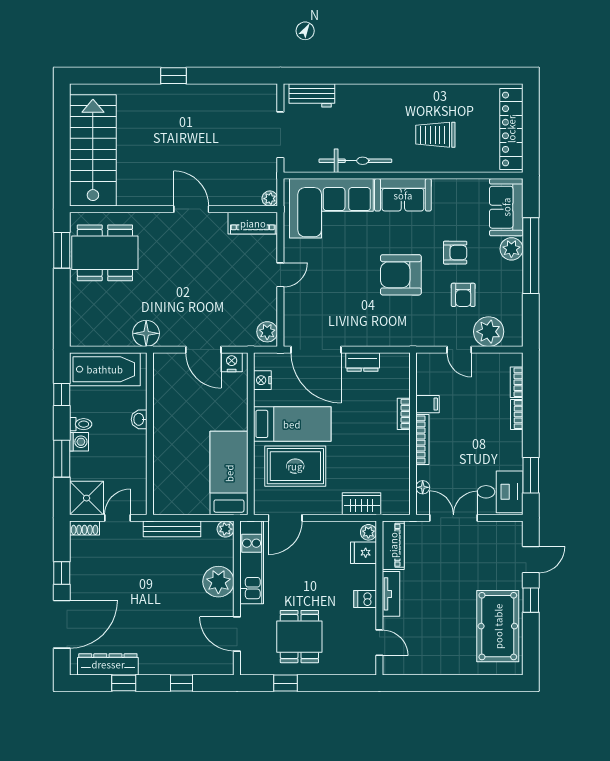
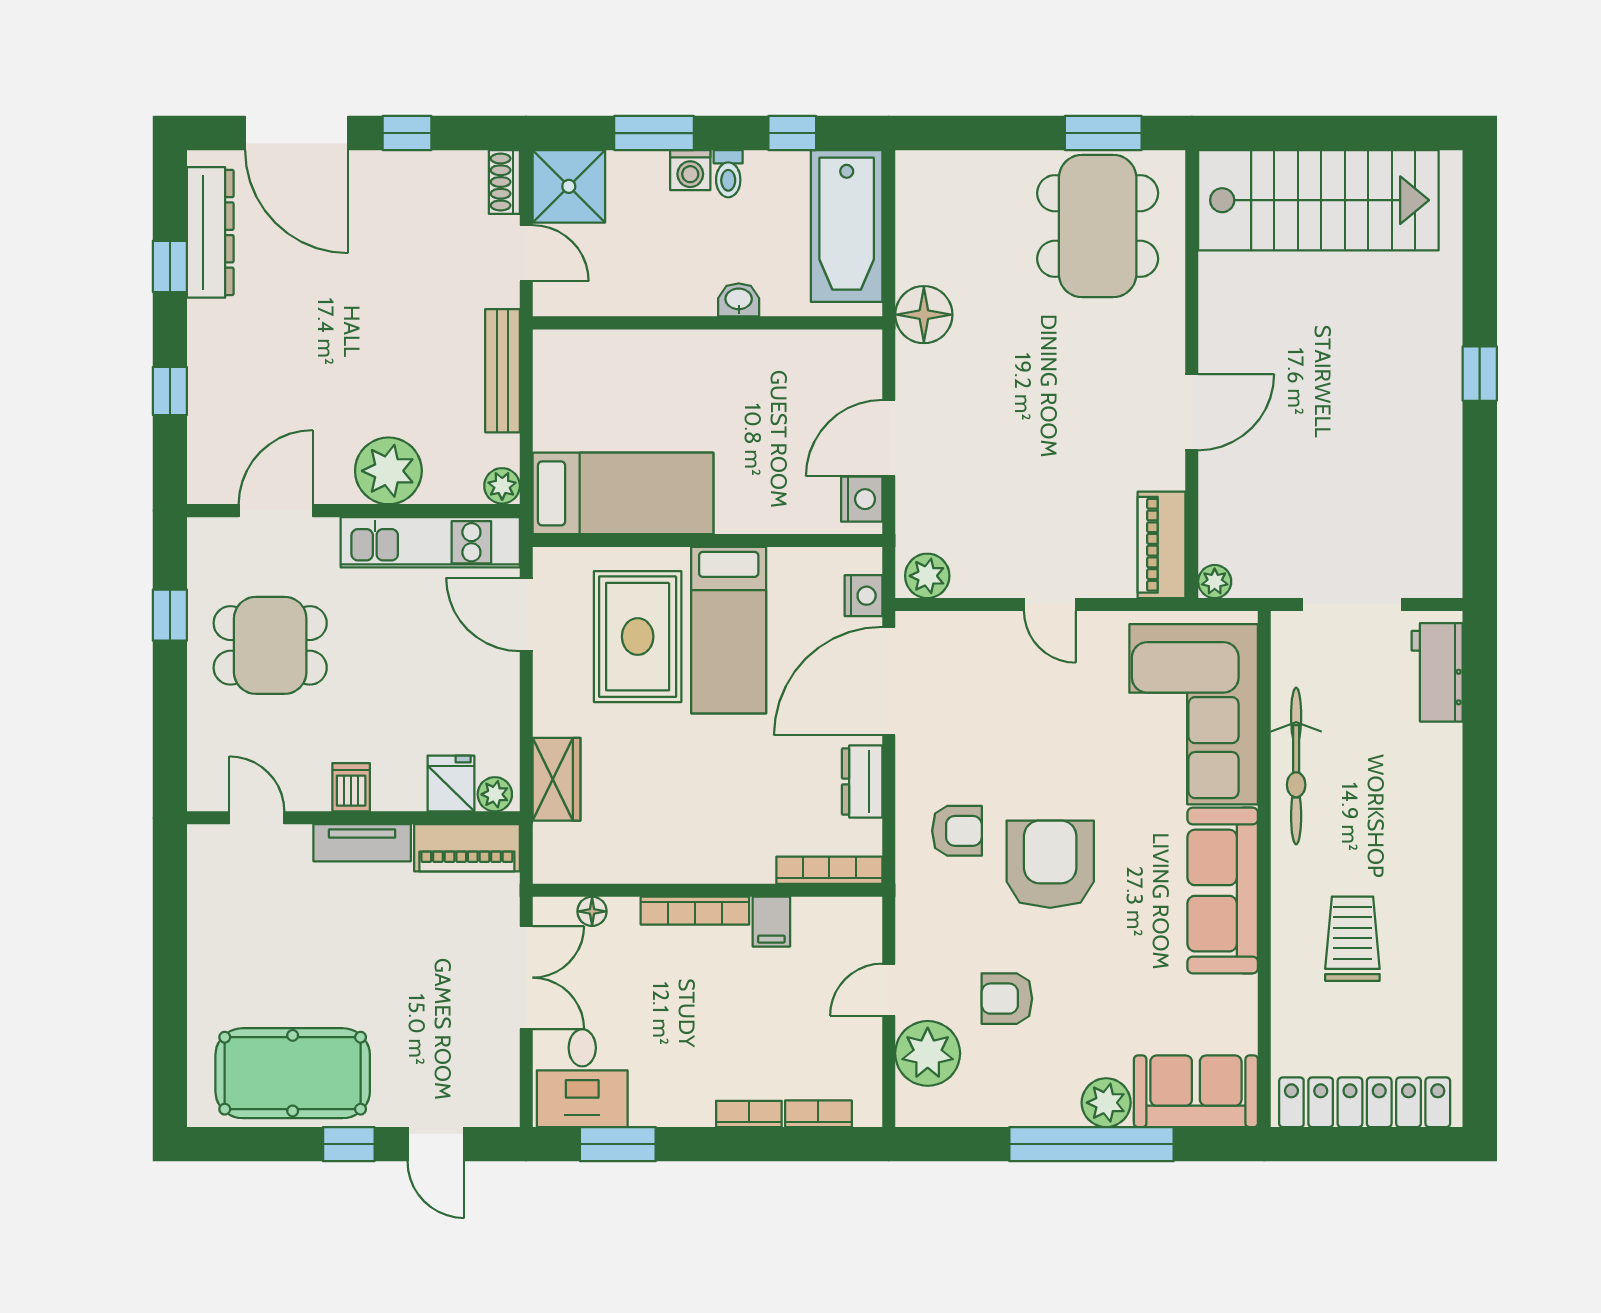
sofa: (403, 195) -> (1223, 891), width x1.36
armchair: (455, 253) -> (957, 831), moved, turned -90
nightstand: (262, 380) -> (864, 596), moved, turned 90
bookcase: (404, 414) -> (829, 870), moved, width x1.56
door: (379, 643) -> (257, 818), swing flipped

